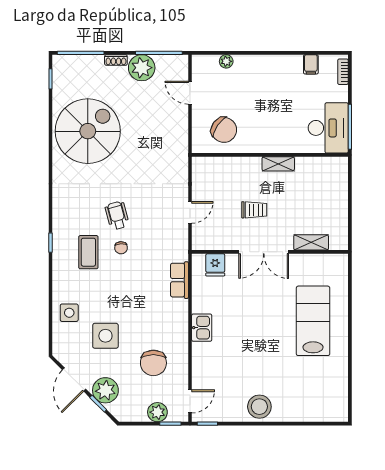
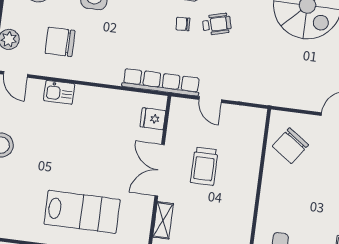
shelving: (278, 164) -> (248, 197), removed
trolley: (254, 210) -> (204, 166), width x1.36, depth x1.39
row of seats: (179, 280) -> (161, 82), width x2.02
kitchen sink: (202, 328) -> (59, 92), moved

